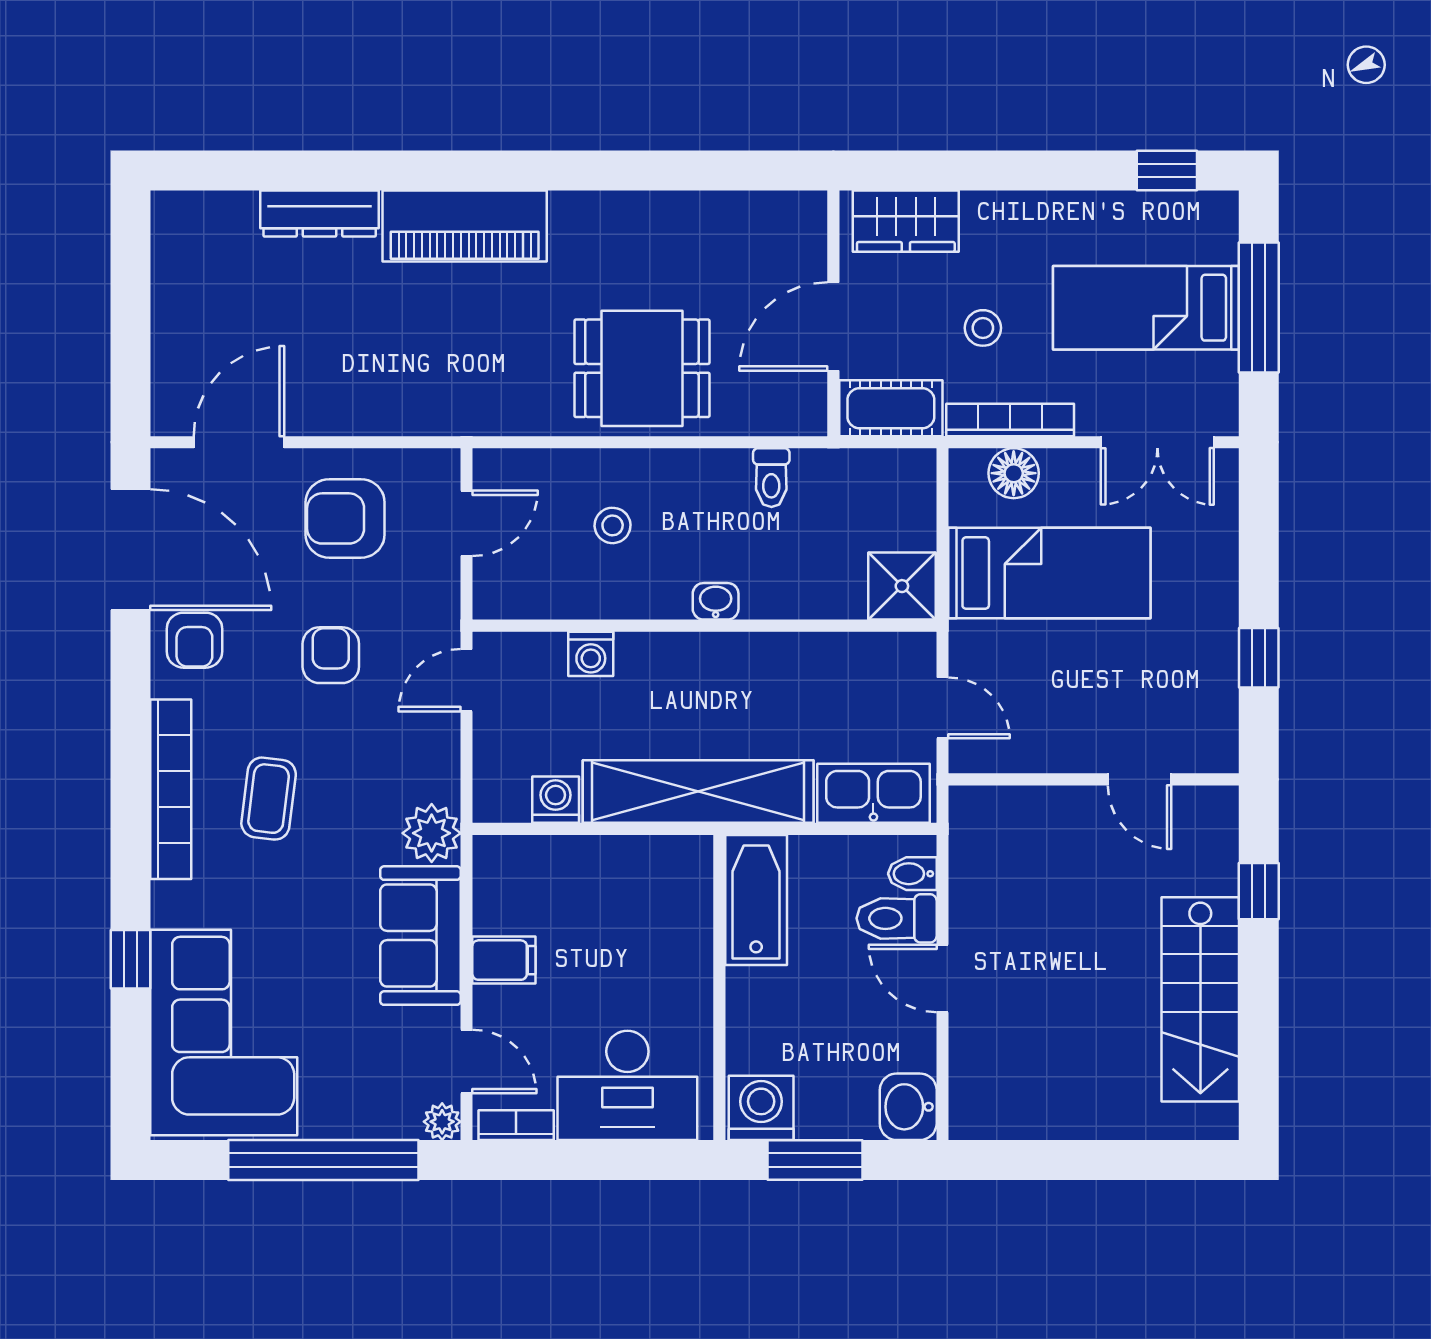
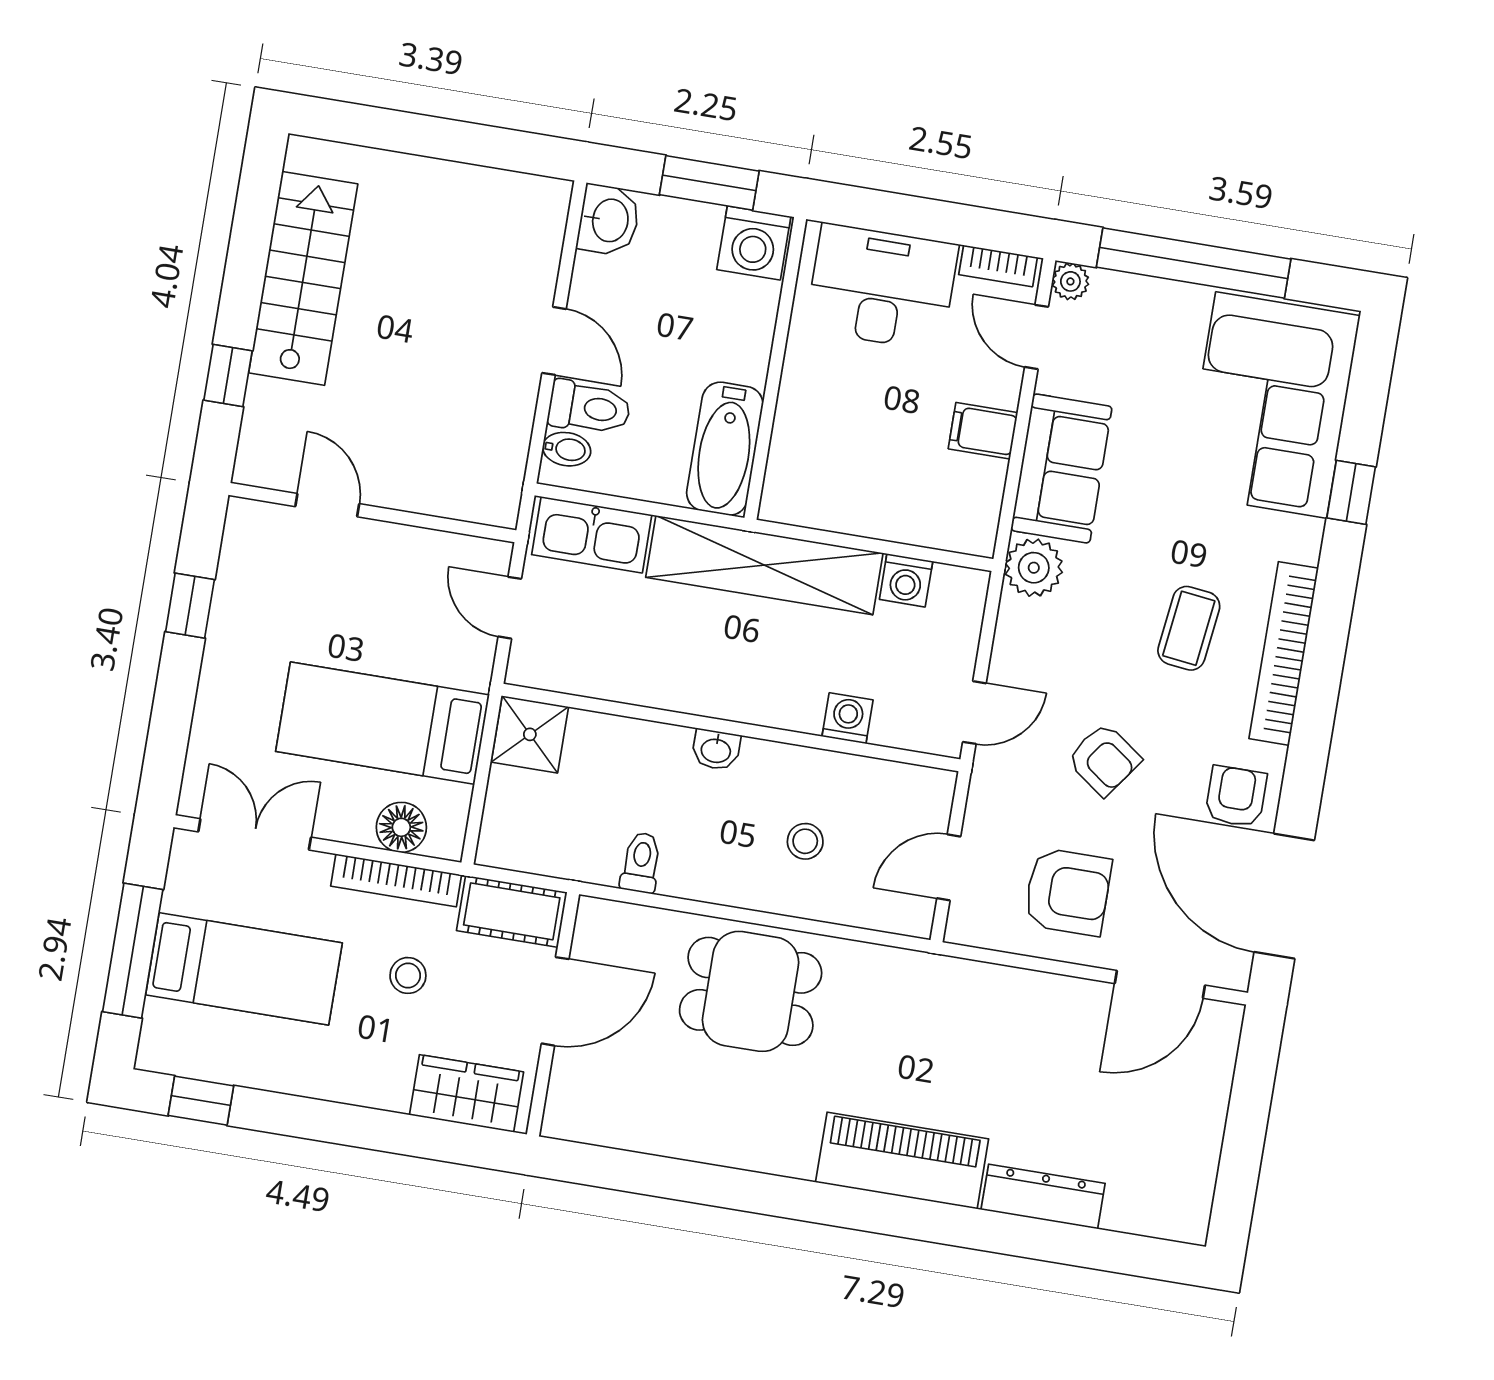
armchair: (331, 655) -> (1104, 759), turned -54

